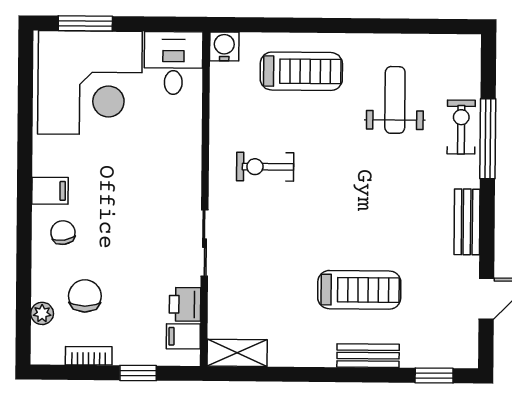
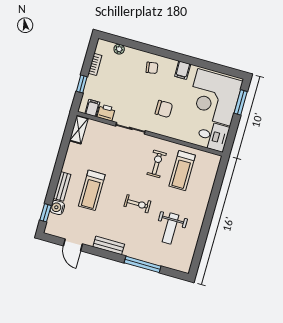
water cooler: (224, 47) -> (57, 208), moved, turned 180
treadmill: (301, 71) -> (182, 171), moved
weight bench: (395, 100) -> (170, 228), turned 90
exercise bike: (461, 127) -> (137, 204), moved
filing cabinet: (50, 191) -> (183, 70), moved
chair: (85, 296) -> (164, 109), moved

